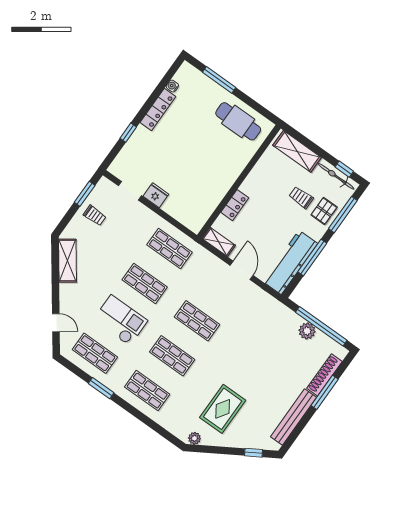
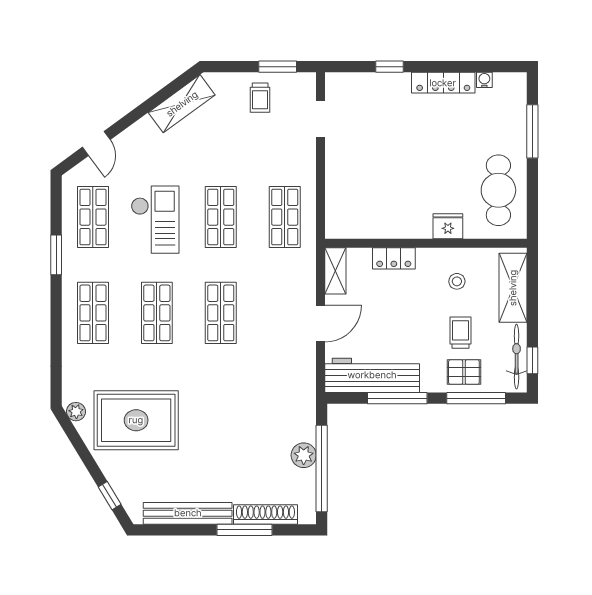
stool: (272, 180) -> (457, 281), added
fridge: (156, 195) -> (448, 226), moved, turned -90
rug: (223, 409) -> (136, 420), width x1.37, depth x1.44

